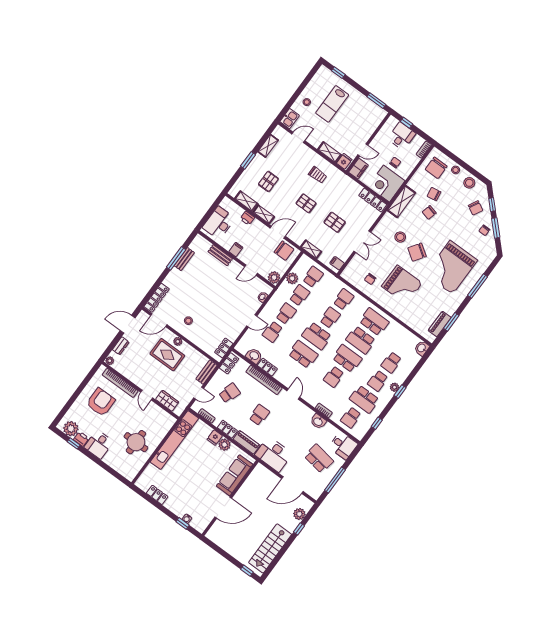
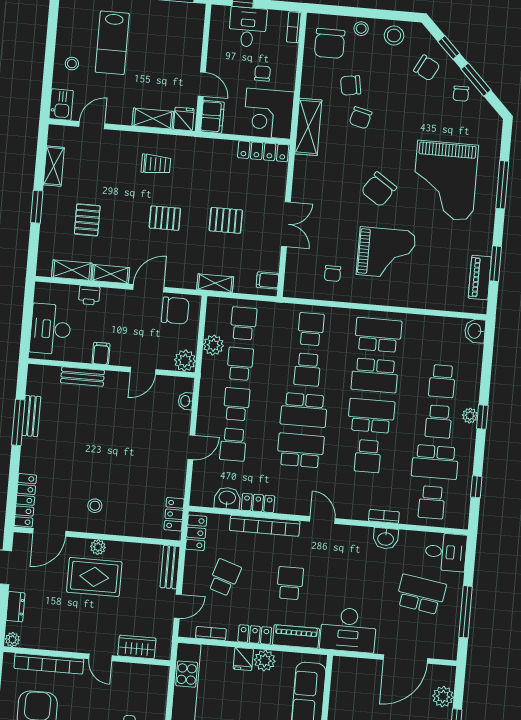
door: (363, 150) -> (202, 84), hinge flipped
stool: (400, 237) -> (339, 182), removed
school desk: (330, 318) -> (307, 370), turned 180

